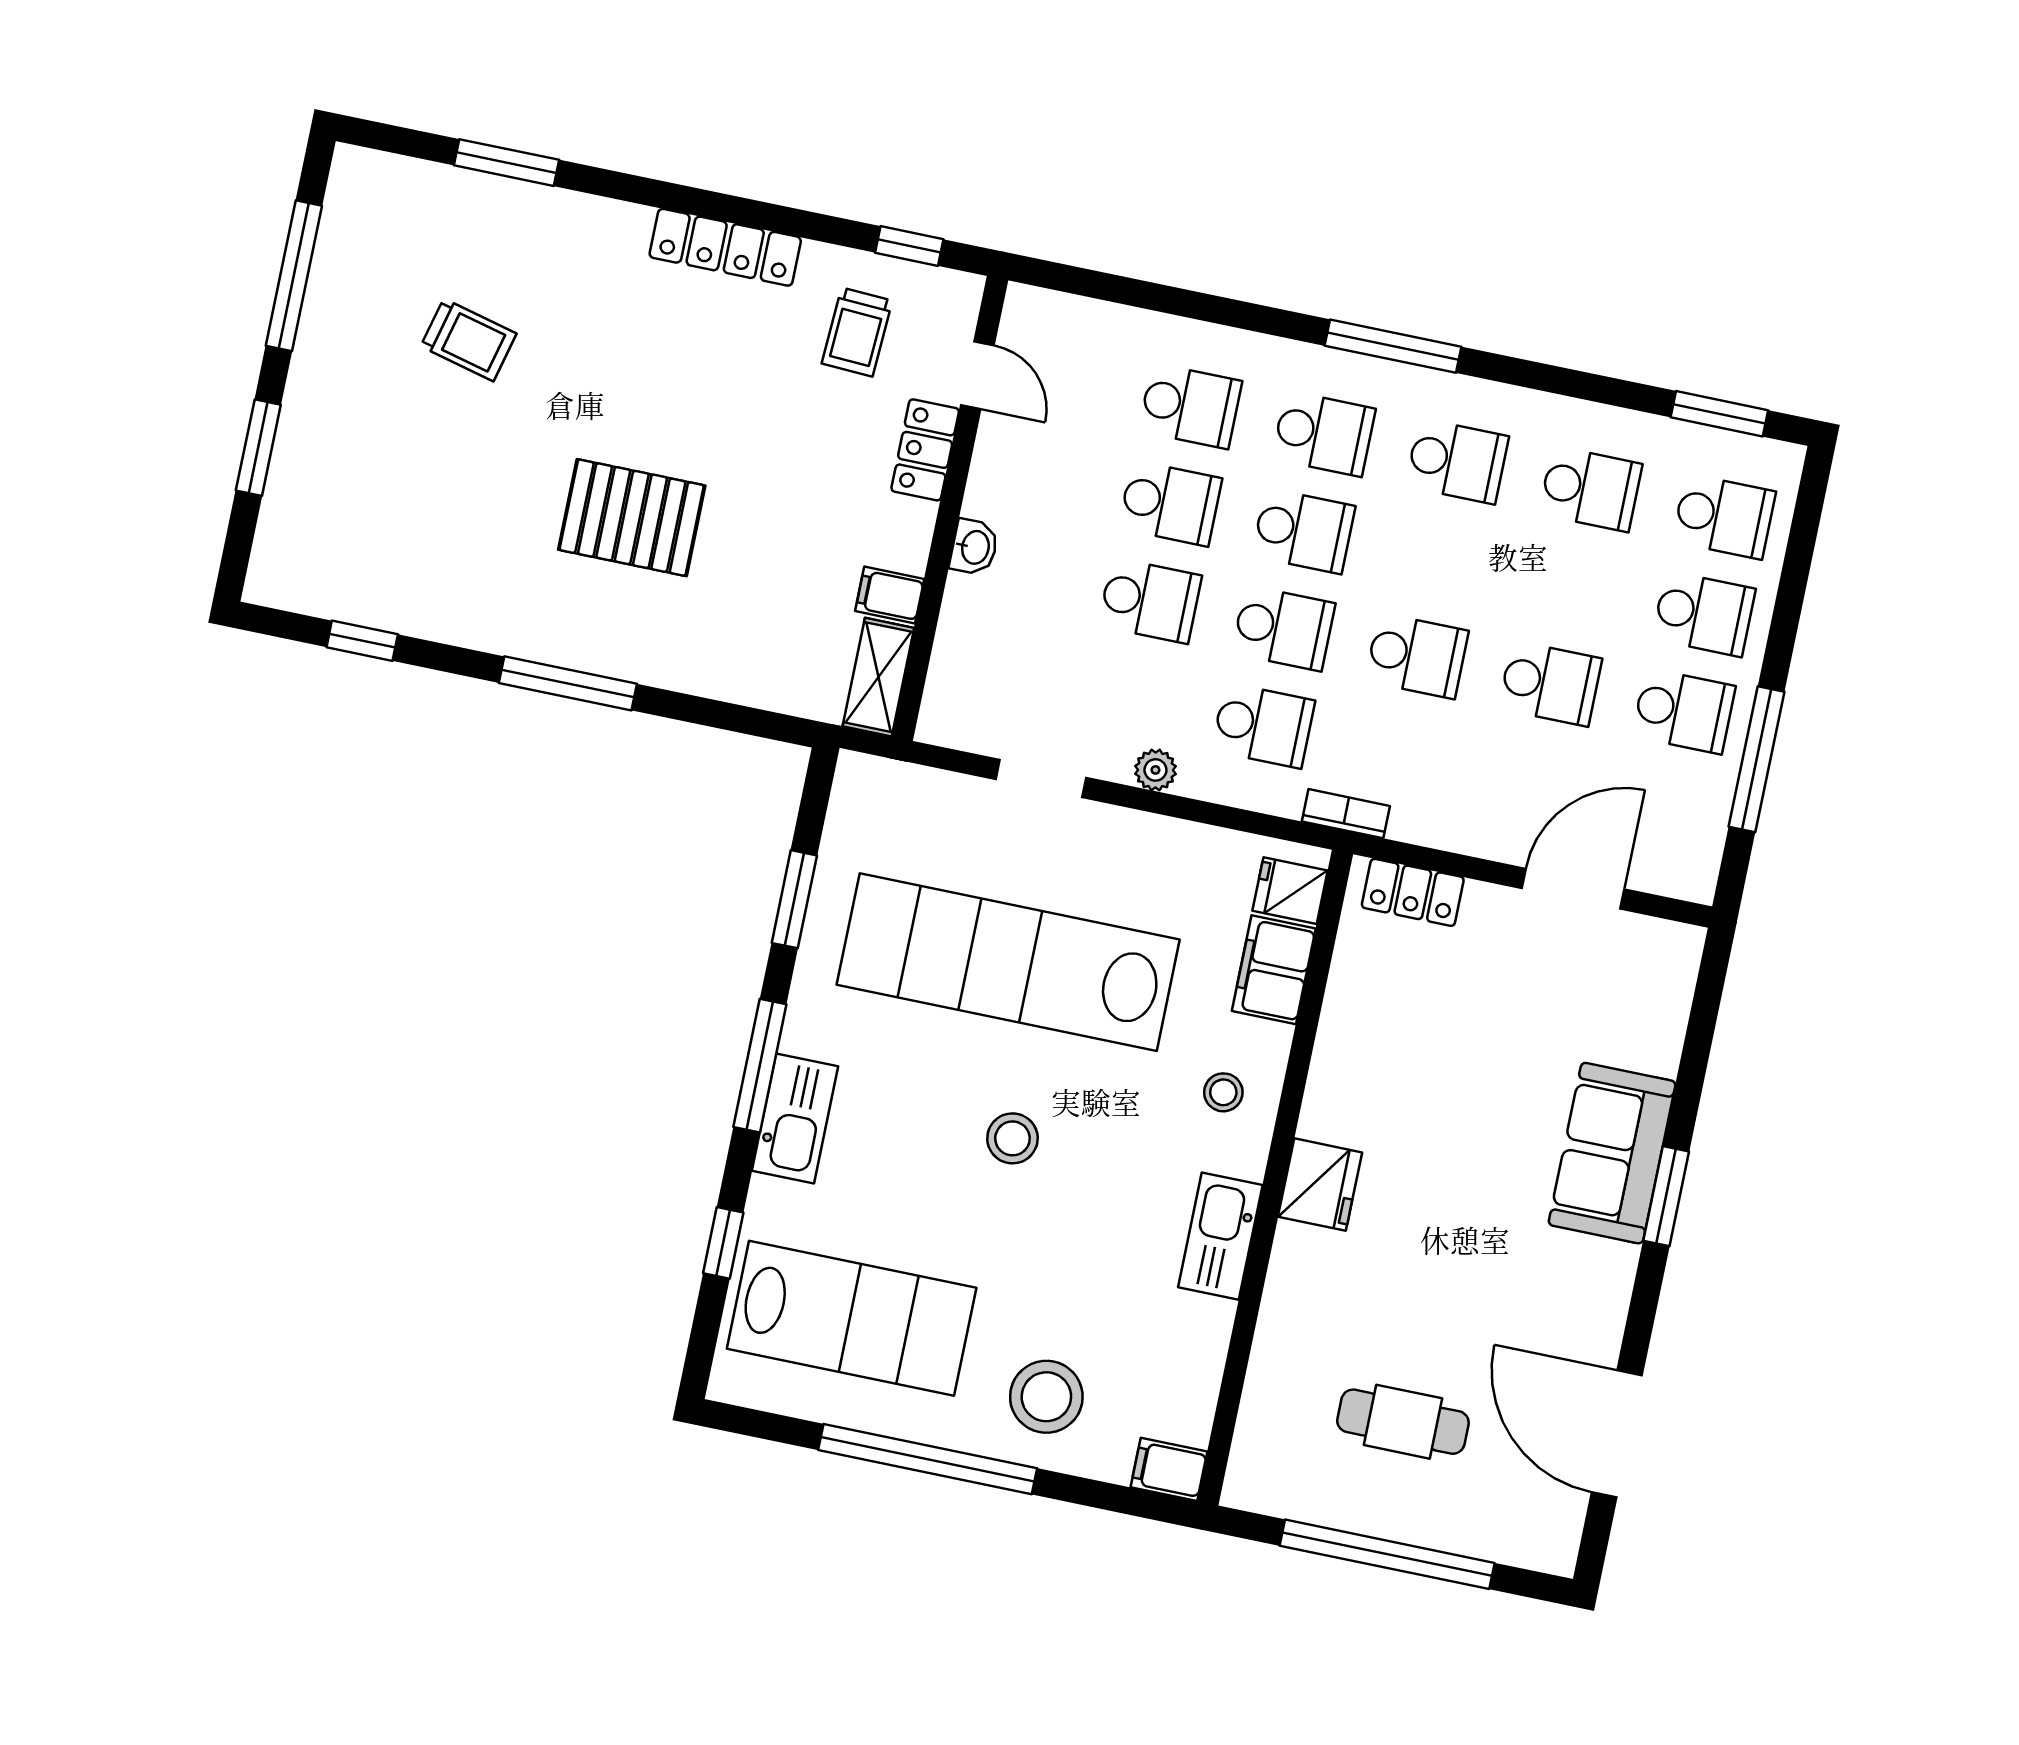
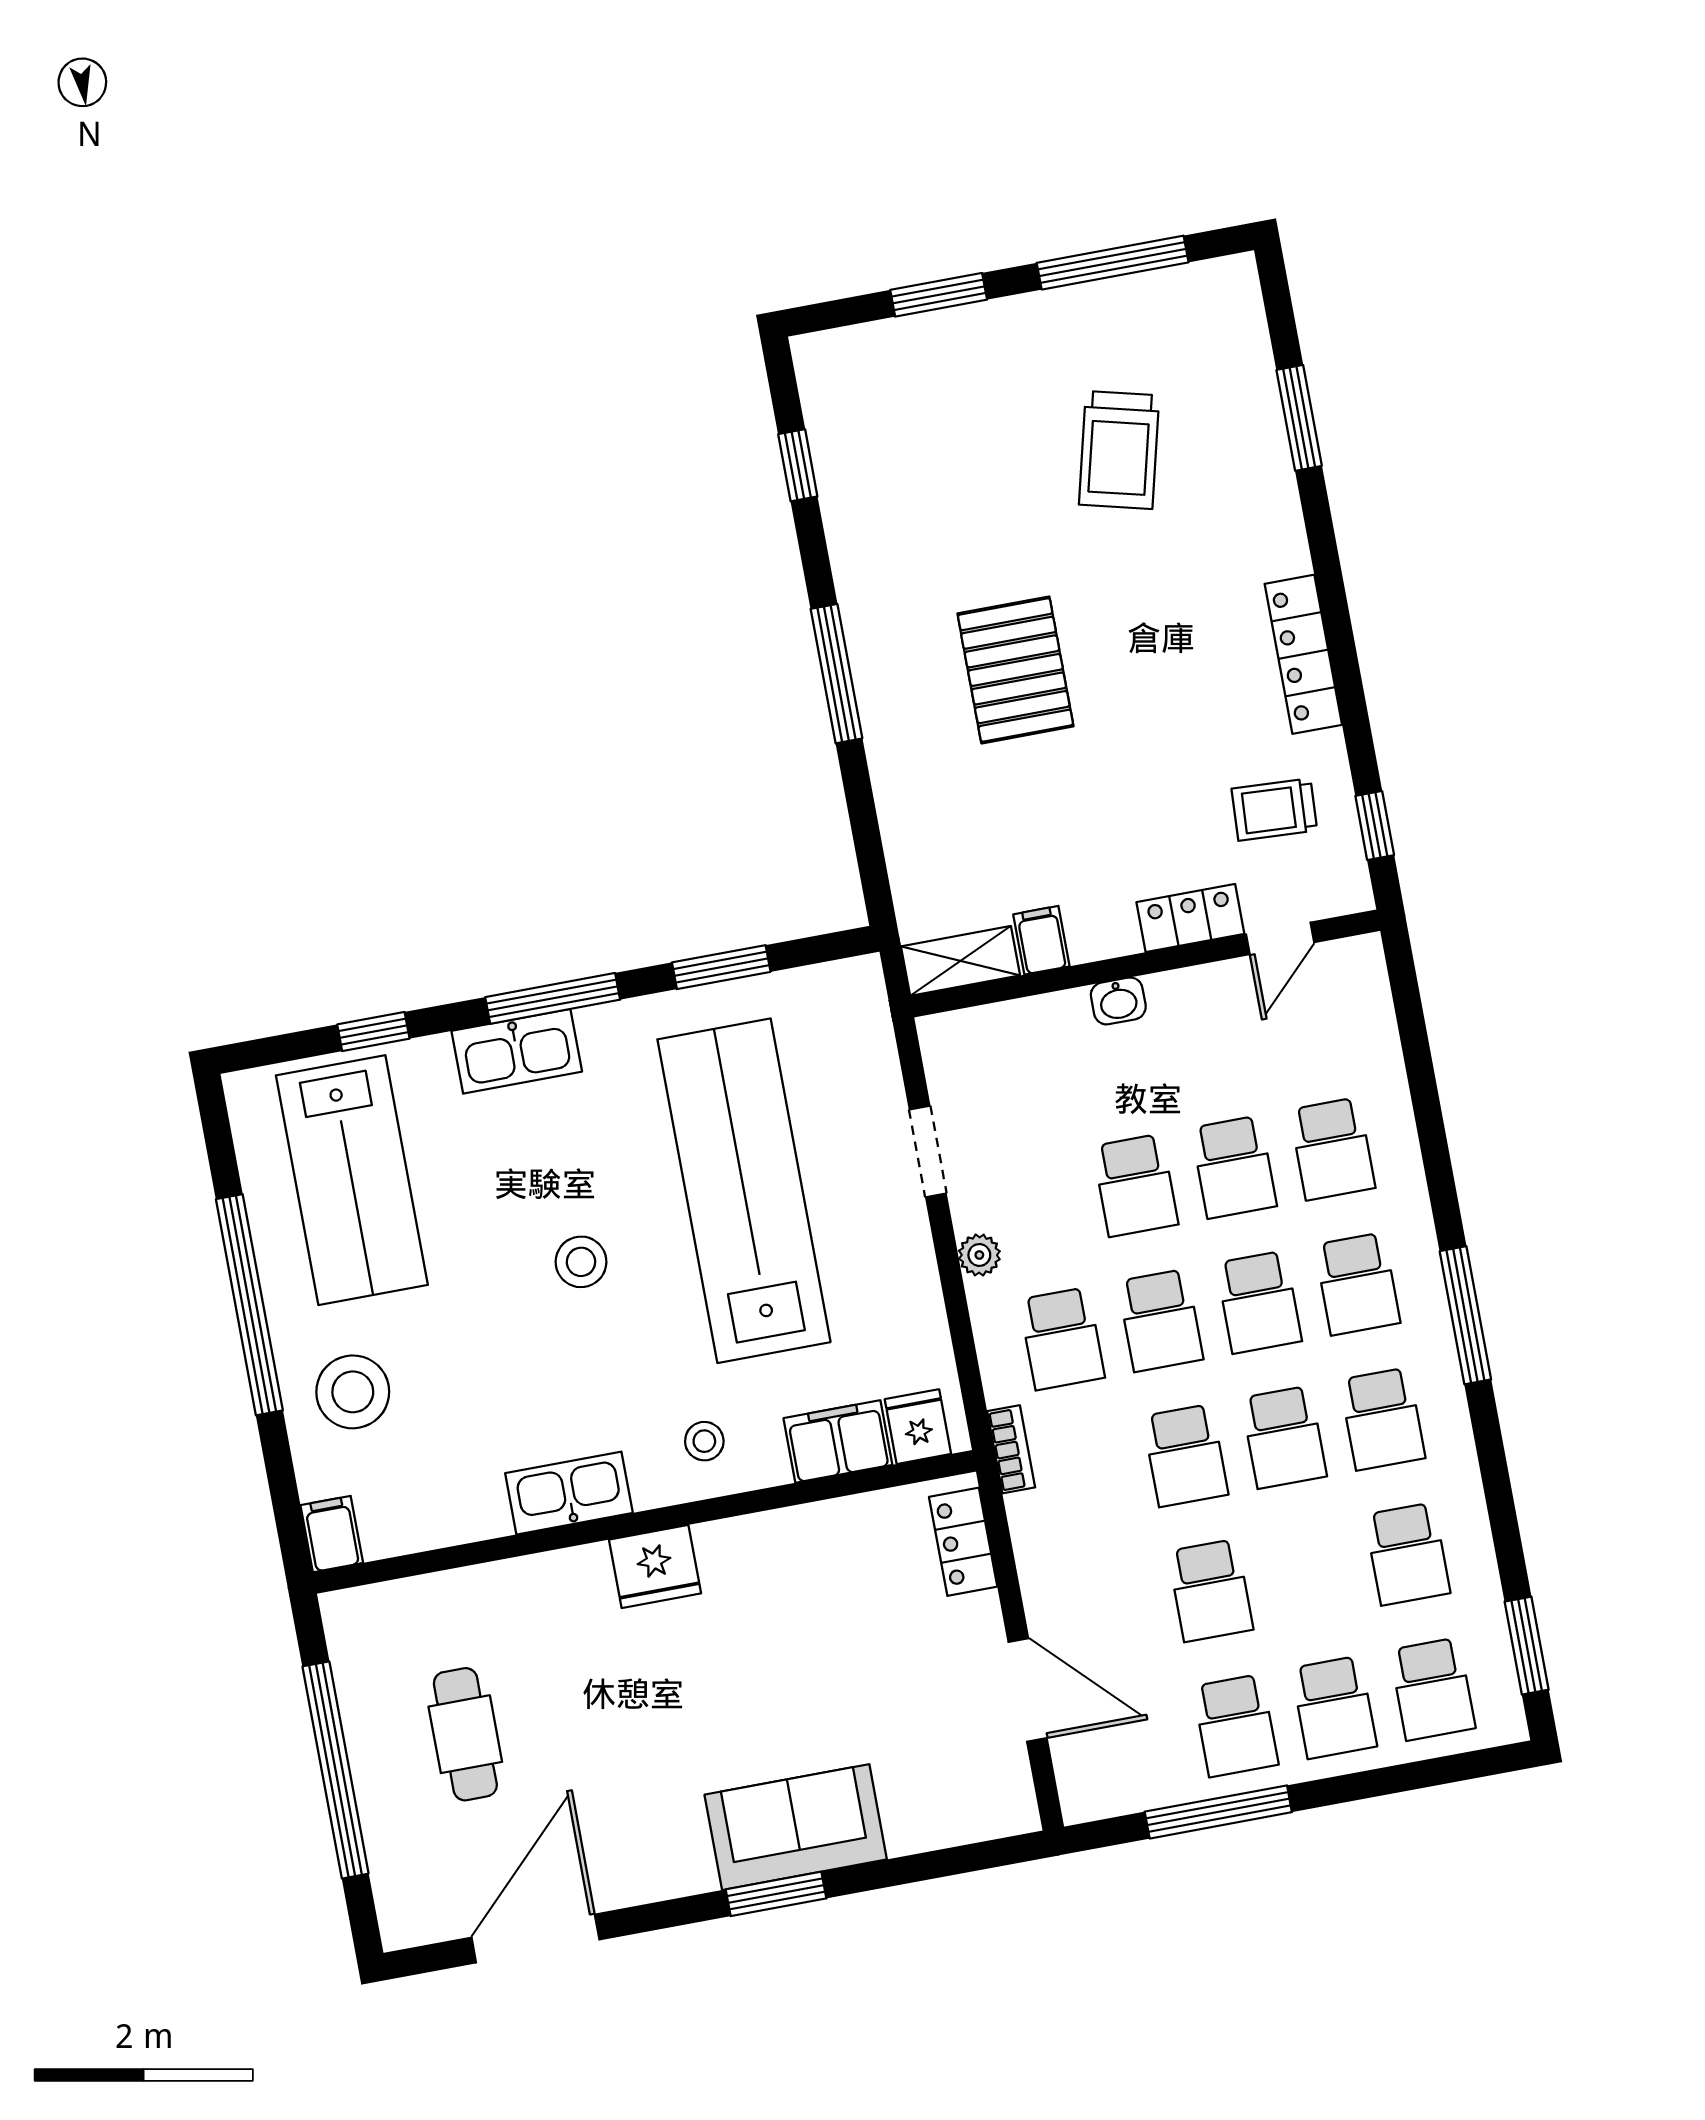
trolley: (469, 340) -> (1119, 450), width x1.36, depth x1.39
school desk: (1437, 559) -> (1284, 1437), added

